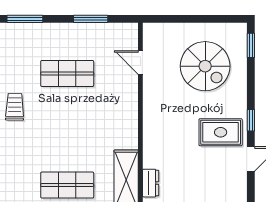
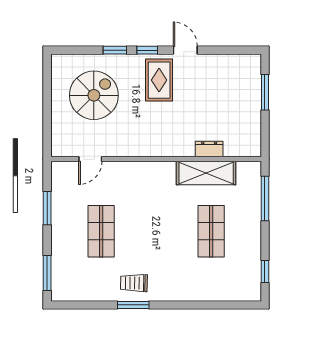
window: (251, 45) -> (115, 50), moved

